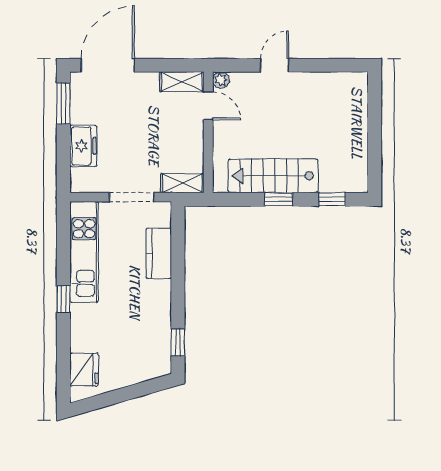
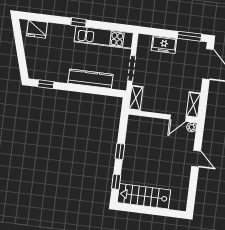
stairs: (273, 176) -> (144, 196), moved, turned -90
kitchen counter: (159, 253) -> (90, 79), width x1.50

